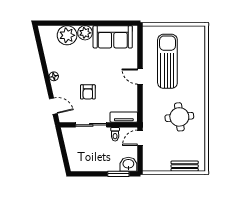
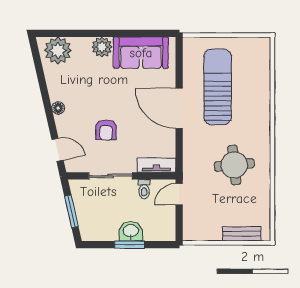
plant: (67, 35) -> (58, 50), moved
door: (140, 77) -> (179, 108), width x1.87
window: (63, 150) -> (71, 211), added
washbasin: (128, 164) -> (131, 231), moved
window: (118, 174) -> (130, 245), moved

